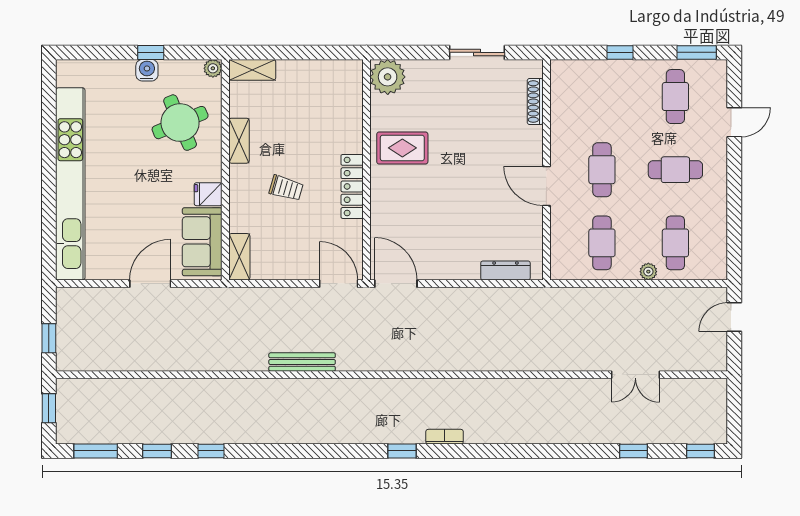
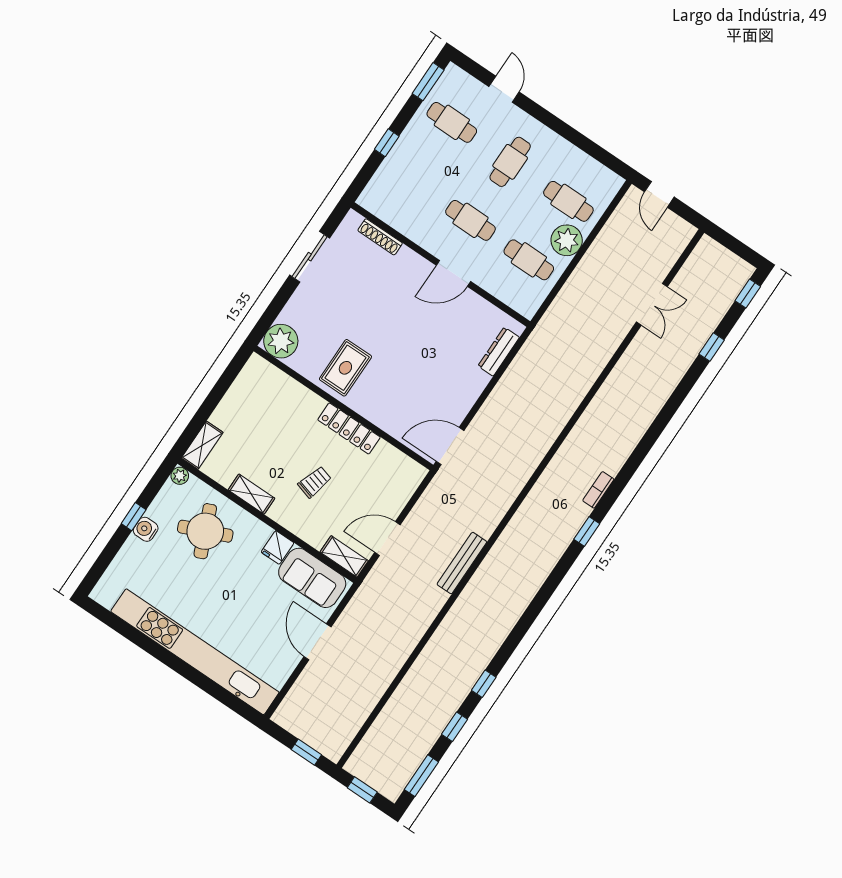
plant: (648, 272) -> (567, 240), width x1.88, depth x1.88
door: (339, 284) -> (387, 539), moved

